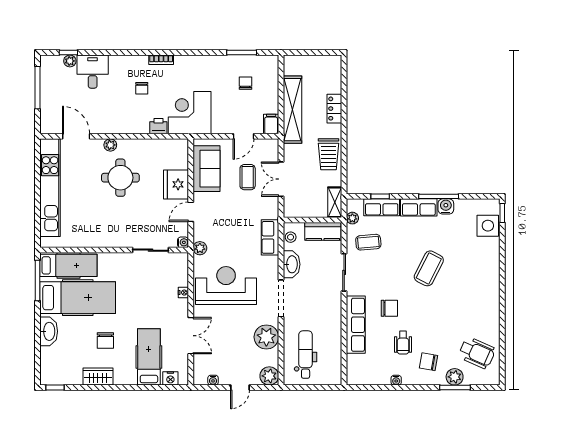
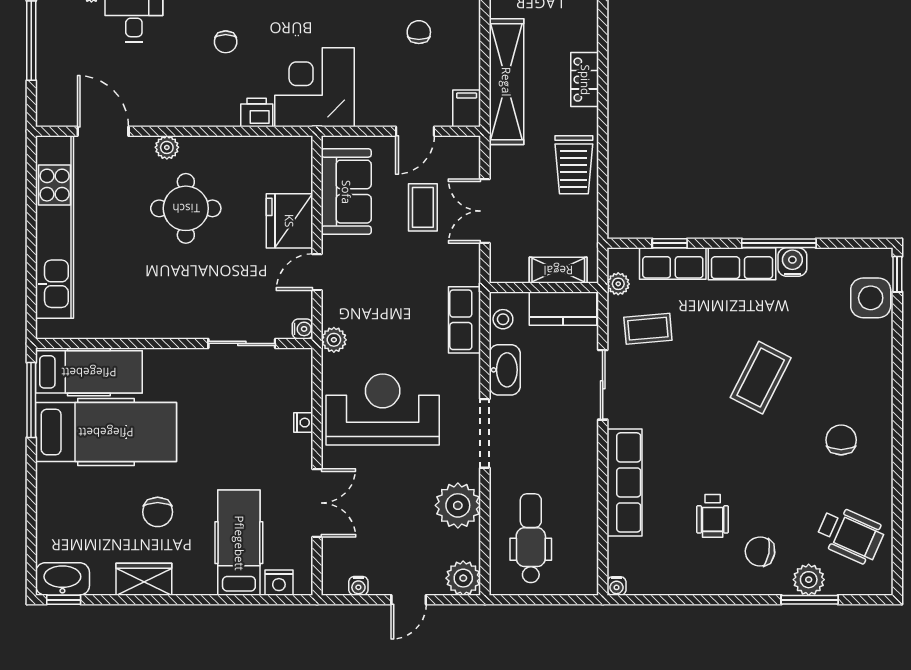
shelving: (335, 202) -> (558, 270), moved, turned 90
chair: (389, 308) -> (841, 440), moved, turned -90
washbasin: (49, 331) -> (62, 579), moved, turned -90
water cooler: (396, 380) -> (617, 586), moved

